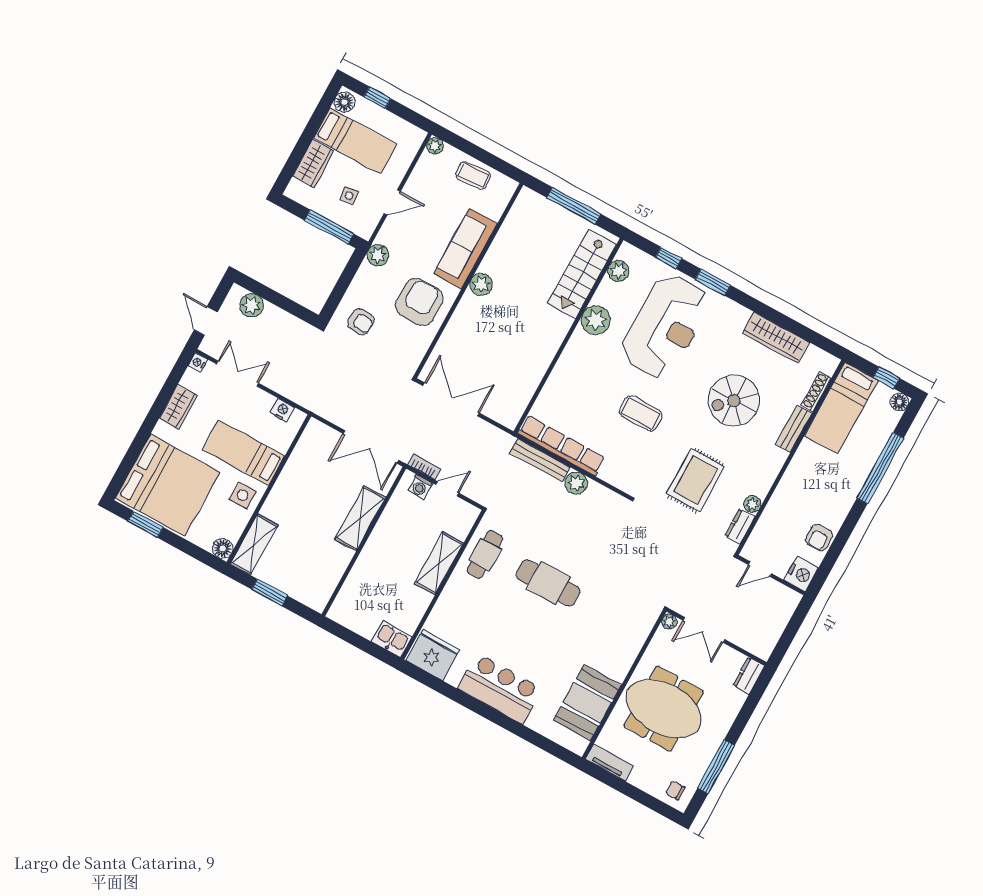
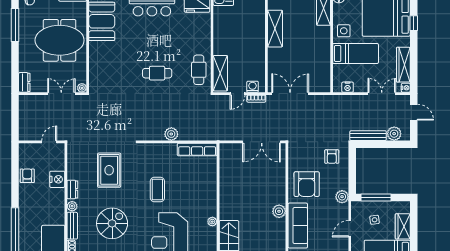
plant: (596, 320) -> (212, 222), width x0.53, depth x0.53
armchair: (361, 322) -> (332, 157), turned -95
double door: (237, 373) -> (382, 94), swing flipped
wardrobe: (178, 407) -> (403, 65), width x1.50
coffee table: (641, 413) -> (157, 189), turned 90
row of seats: (561, 446) -> (197, 149), width x0.73
window: (135, 450) -> (414, 23), added
bench: (540, 460) -> (368, 136), moved
plant: (752, 504) -> (72, 206), moved
shelving: (360, 518) -> (275, 29), moved
dresser: (740, 526) -> (72, 189), moved
shelving: (439, 563) -> (220, 73), moved
nightstand: (801, 574) -> (57, 179), moved, turned 180
cafe table: (548, 583) -> (157, 73), width x0.73, depth x0.74

